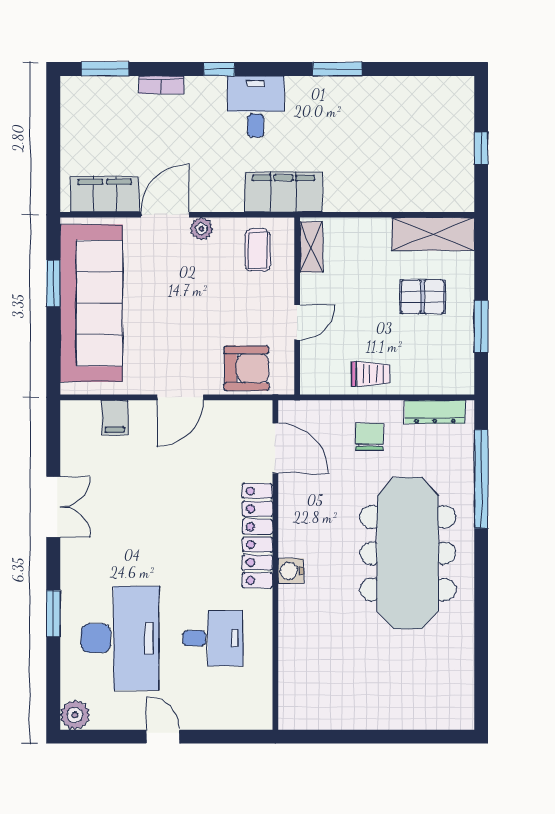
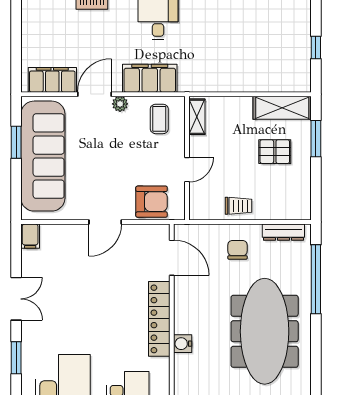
filing cabinet: (283, 192) -> (150, 78), moved
window: (481, 326) -> (316, 139), moved
filing cabinet: (115, 418) -> (30, 236), moved
window: (53, 614) -> (16, 358), moved

